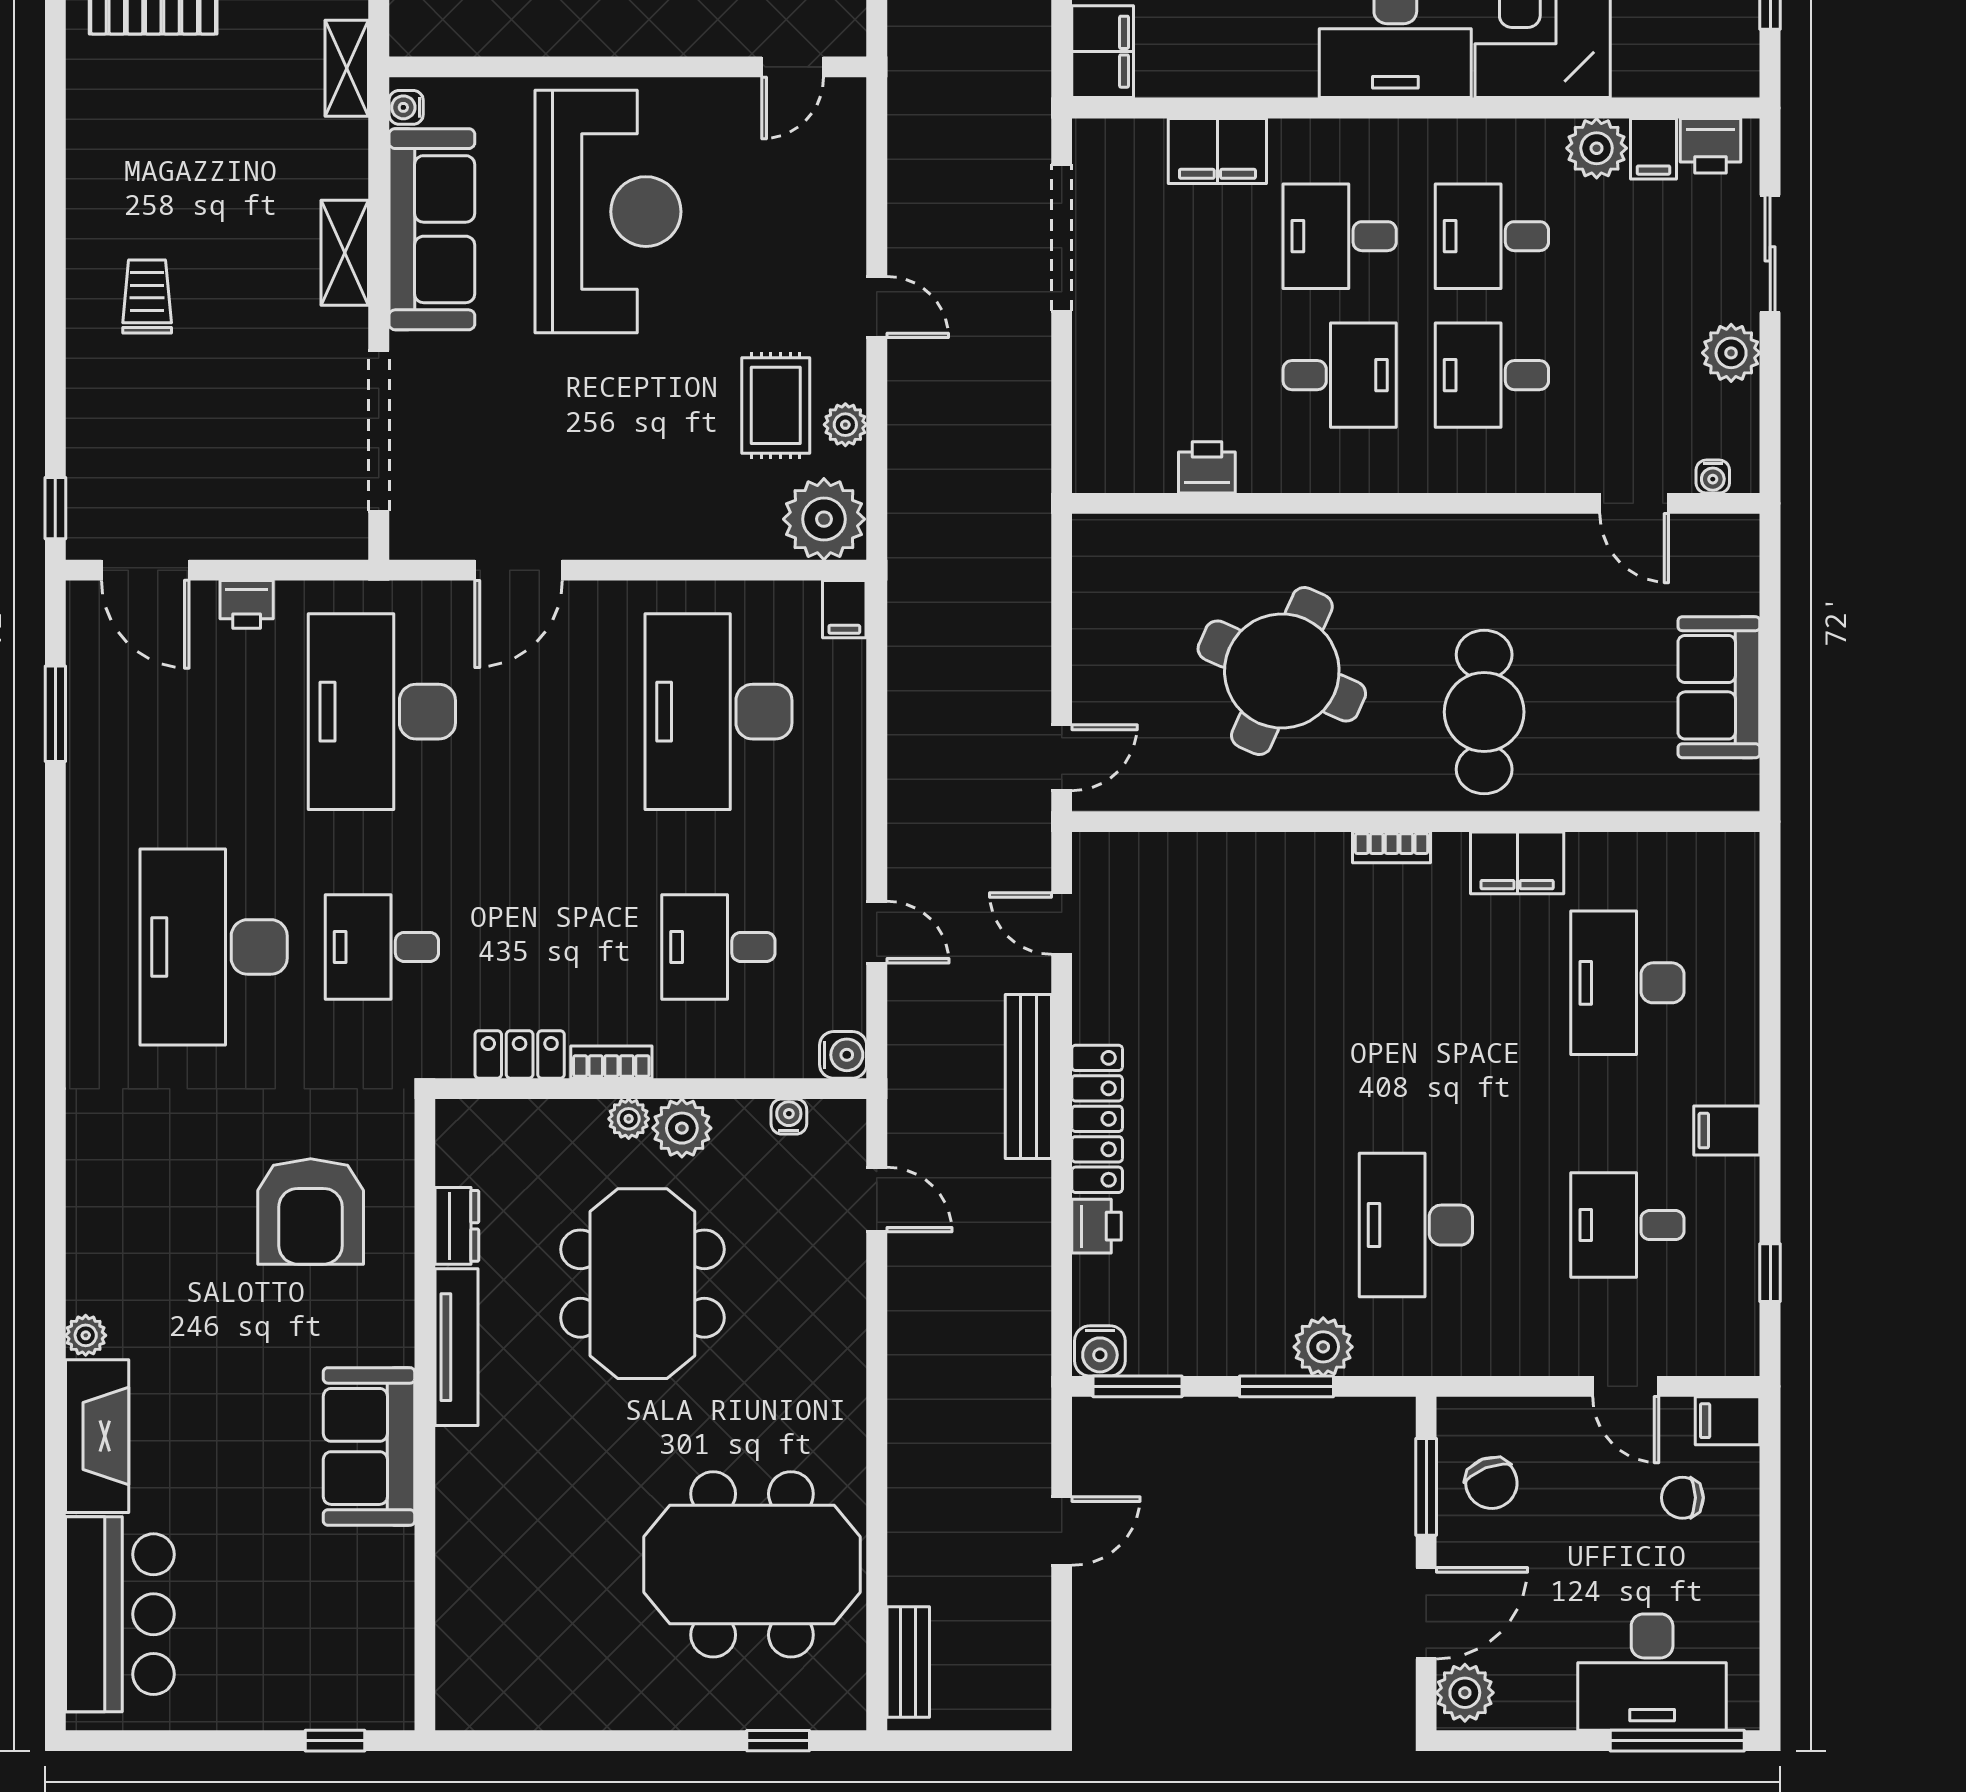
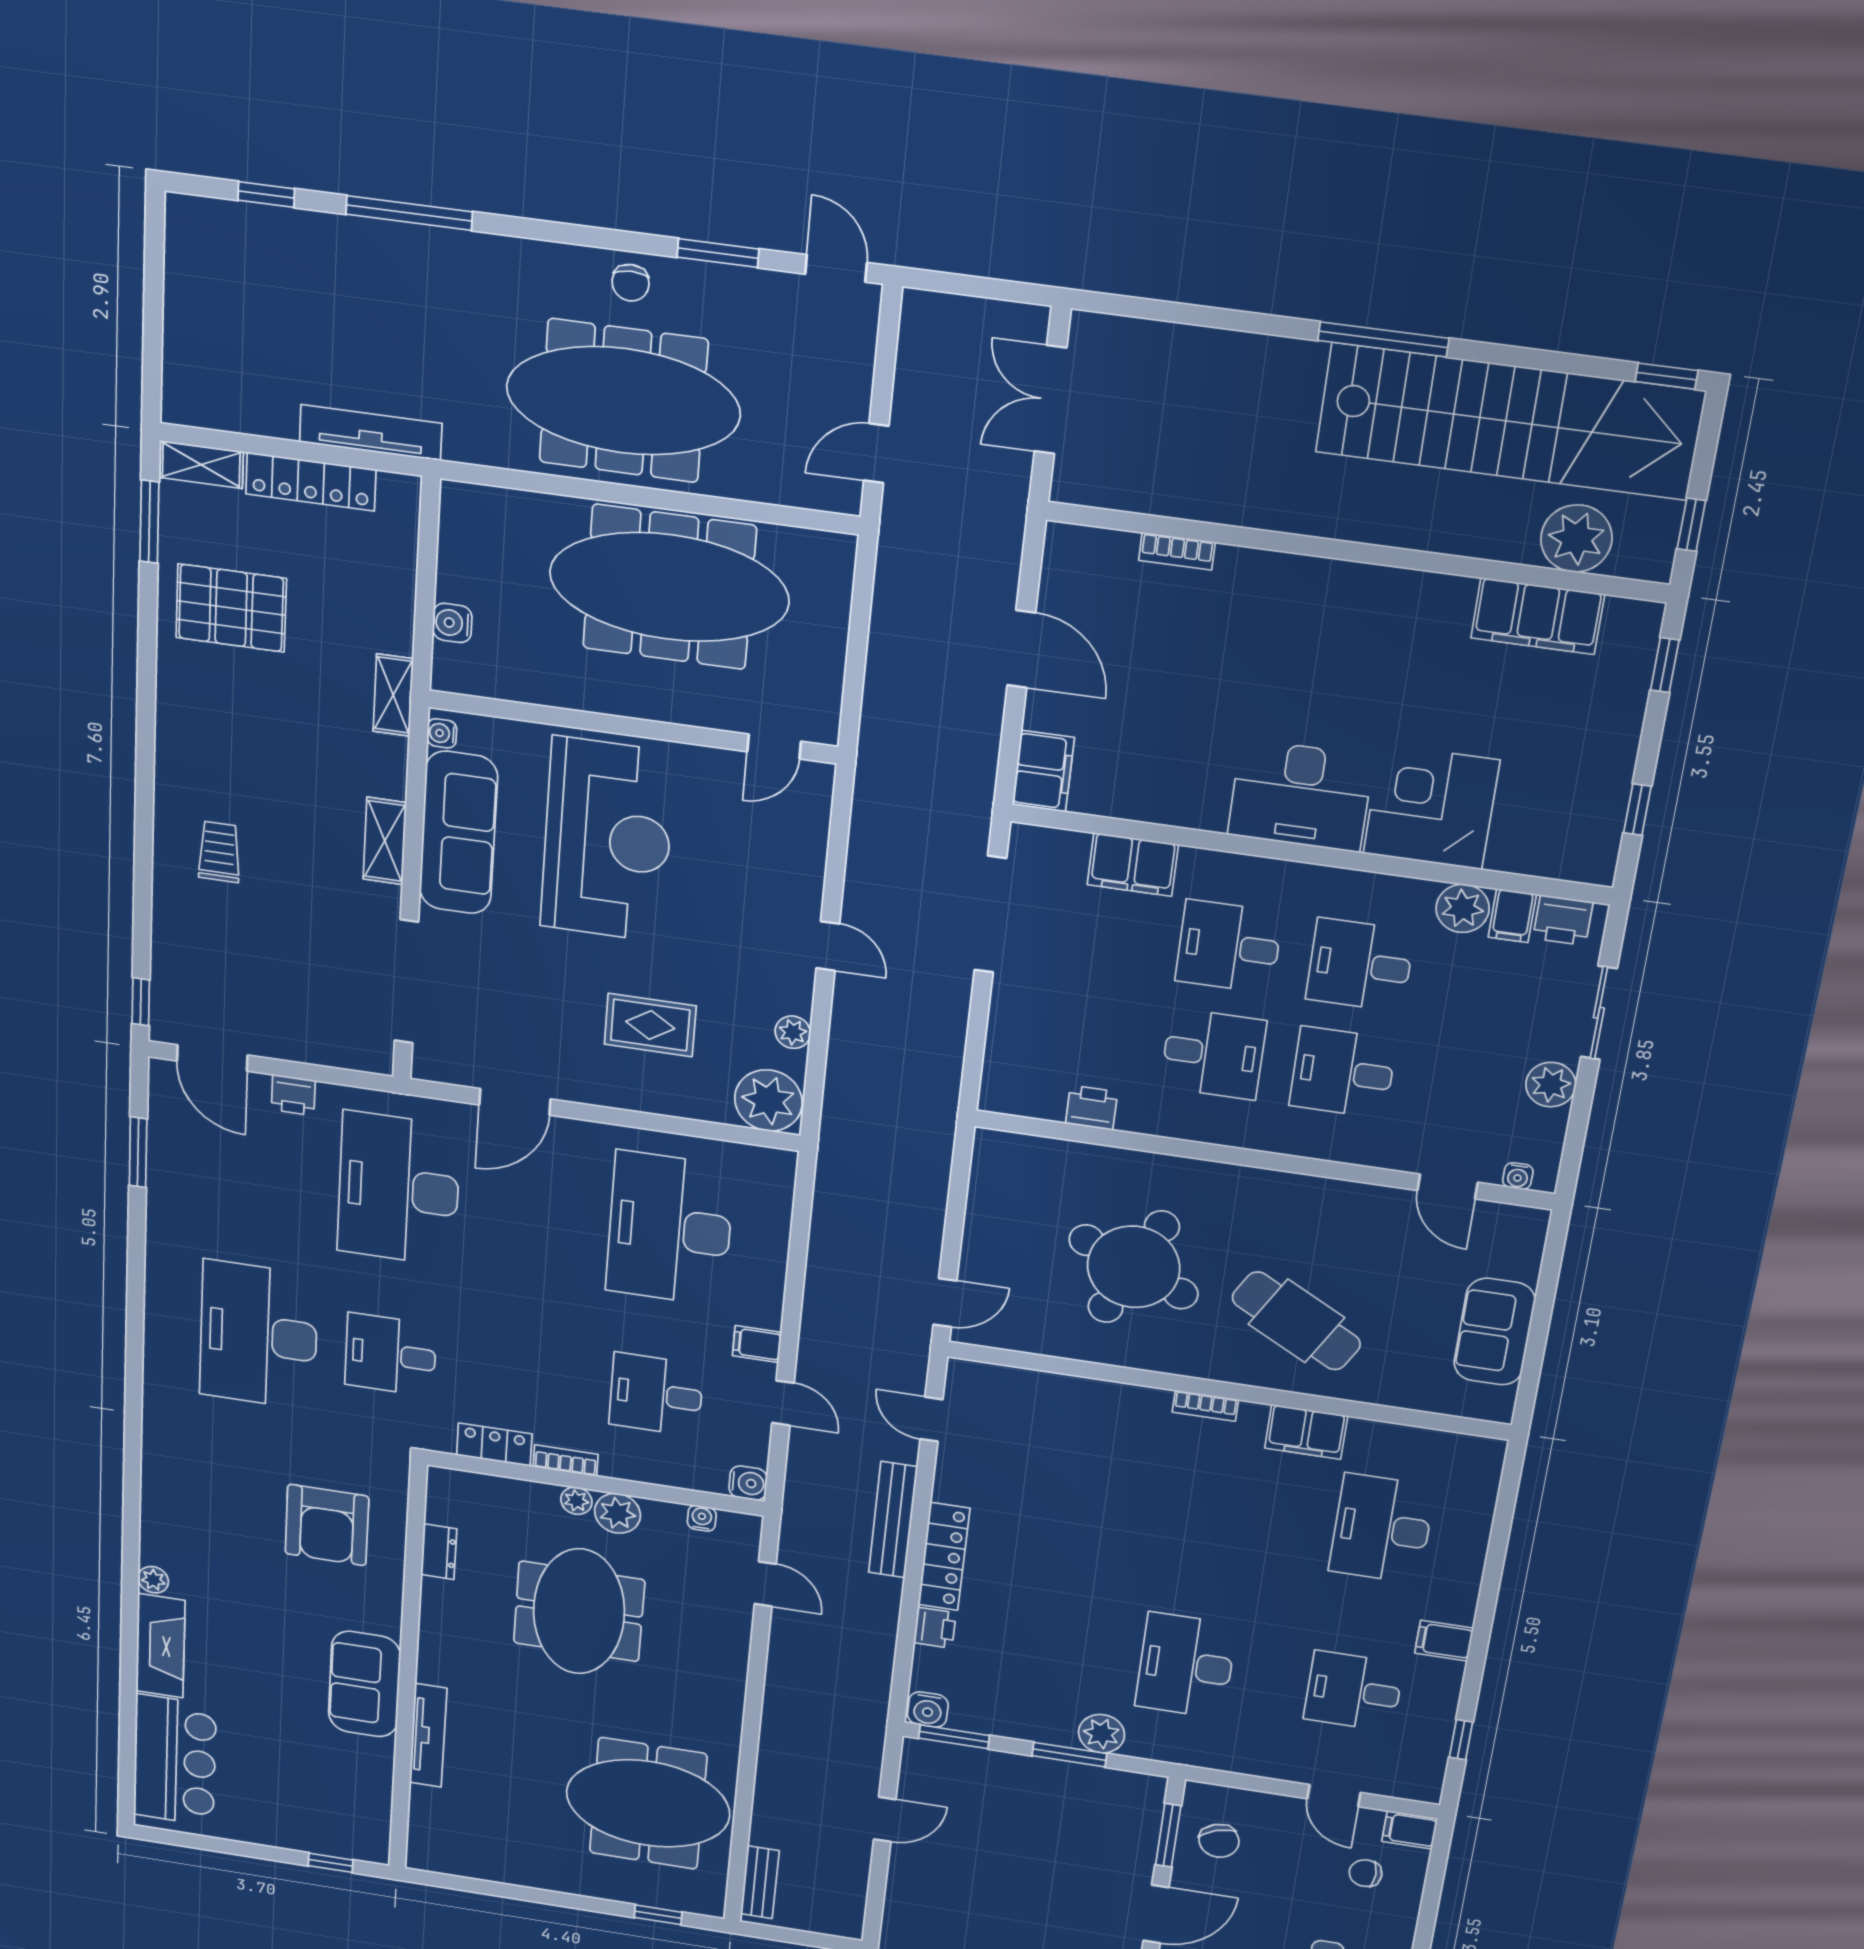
rug: (776, 405) -> (650, 1025), moved, turned 90
filing cabinet: (844, 609) -> (757, 1344), moved, turned 90
cafe table: (1484, 712) -> (1296, 1321), turned -61
tv unit: (457, 1347) -> (428, 1735), moved

